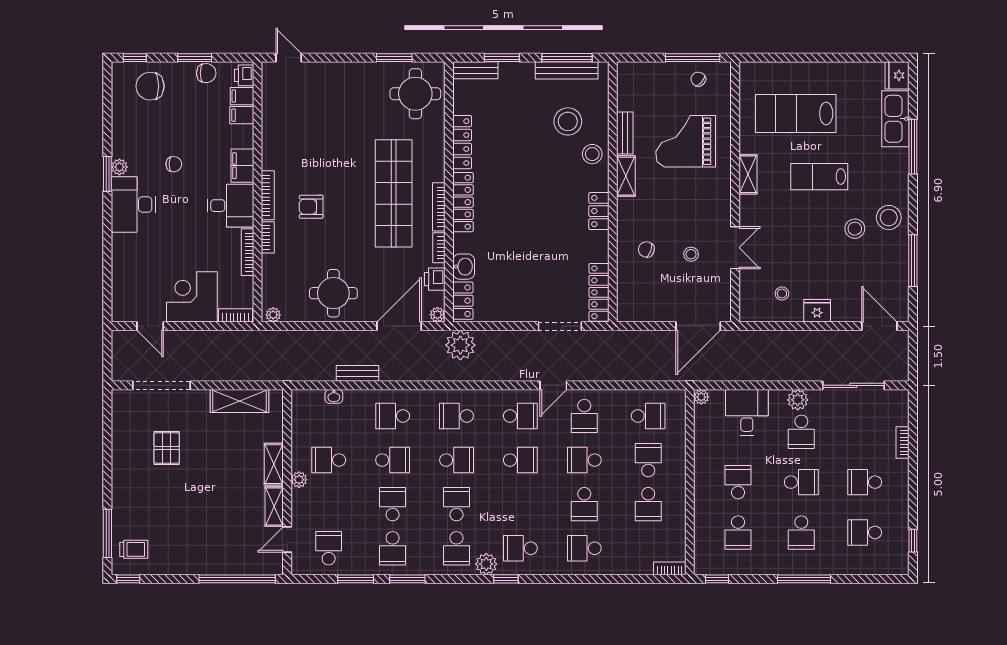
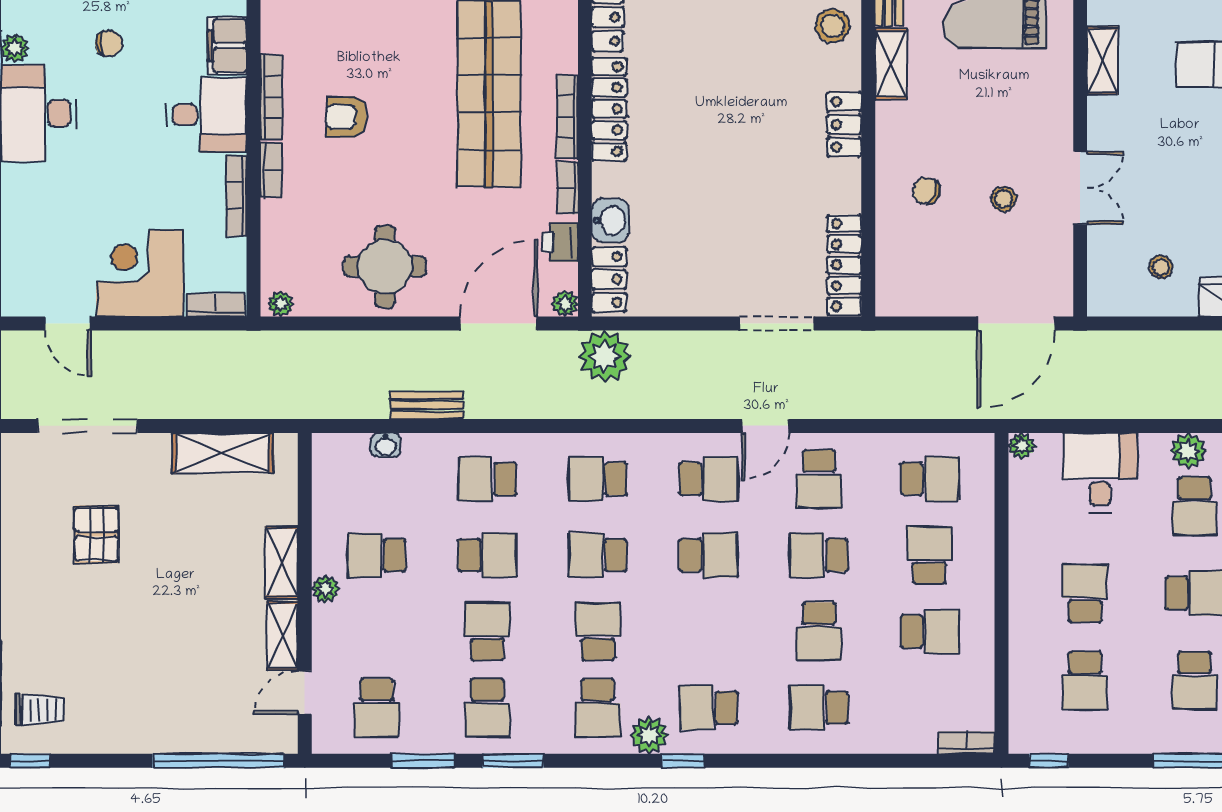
school desk: (456, 460) -> (598, 555), turned 180
school desk: (648, 504) -> (930, 631), turned -90
school desk: (329, 548) -> (377, 708), turned 180

